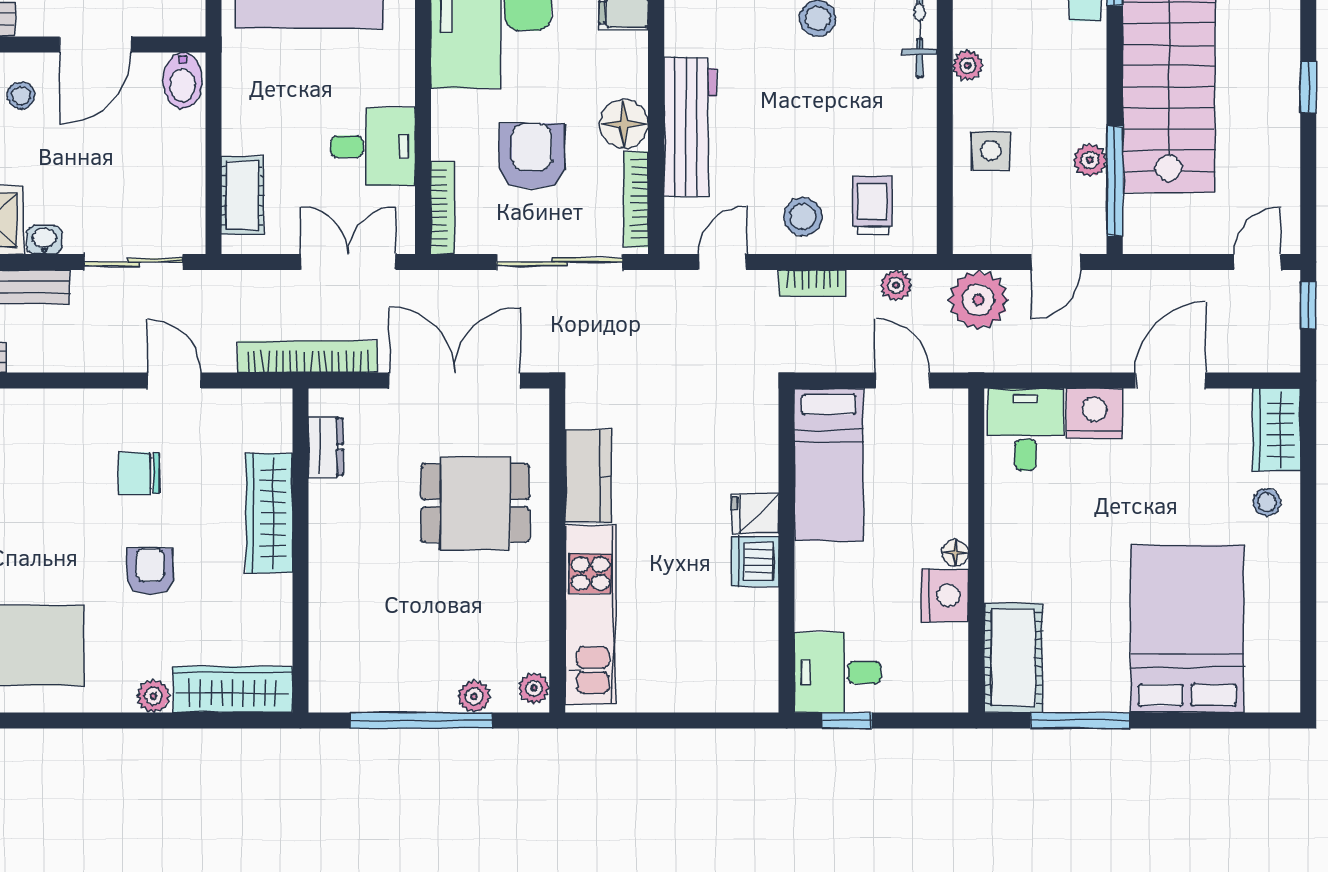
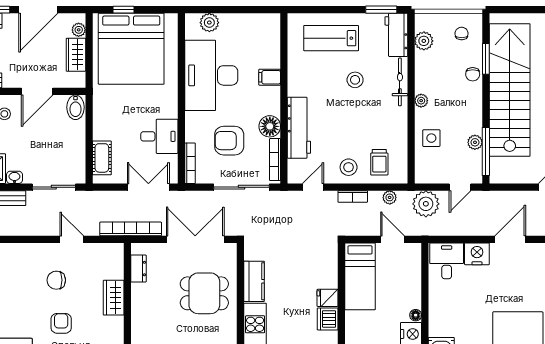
armchair: (532, 156) -> (229, 141), turned -90
trolley: (873, 205) -> (379, 162), turned 180
wardrobe: (269, 513) -> (114, 298), width x0.67

